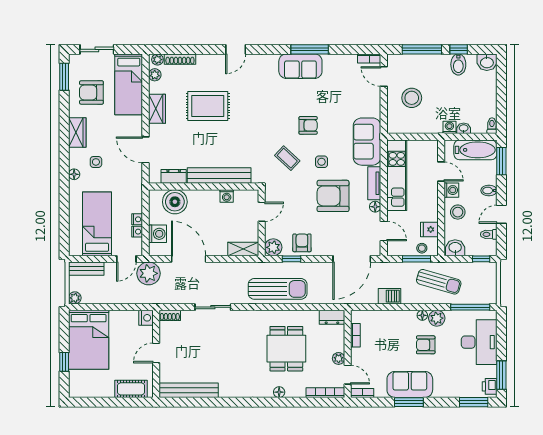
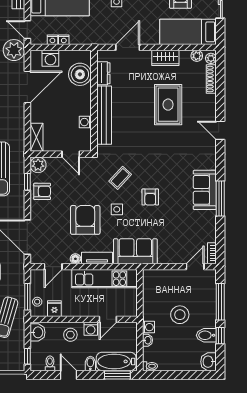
stool: (412, 98) -> (180, 315), moved
bathtub: (475, 150) -> (116, 361), moved, turned 90

